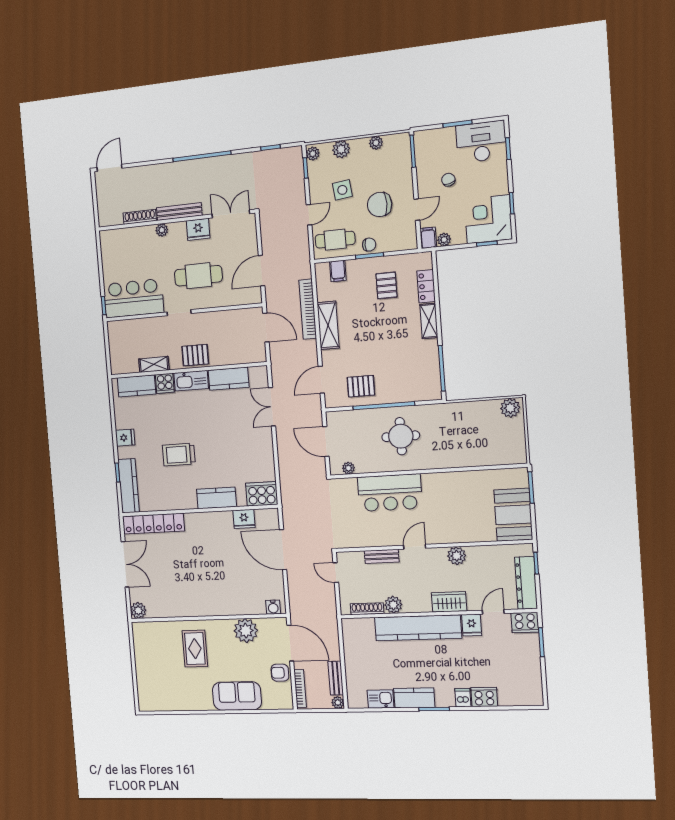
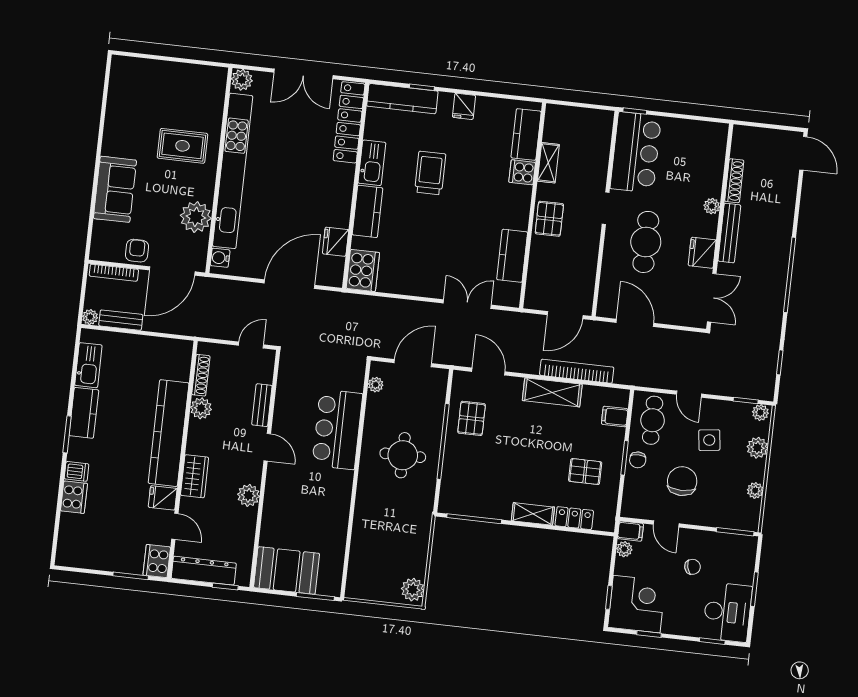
kitchen sink: (191, 381) -> (372, 163), moved, turned 180
kitchen unit: (206, 607) -> (233, 171), added
kitchen sink: (381, 699) -> (88, 365), width x1.38

